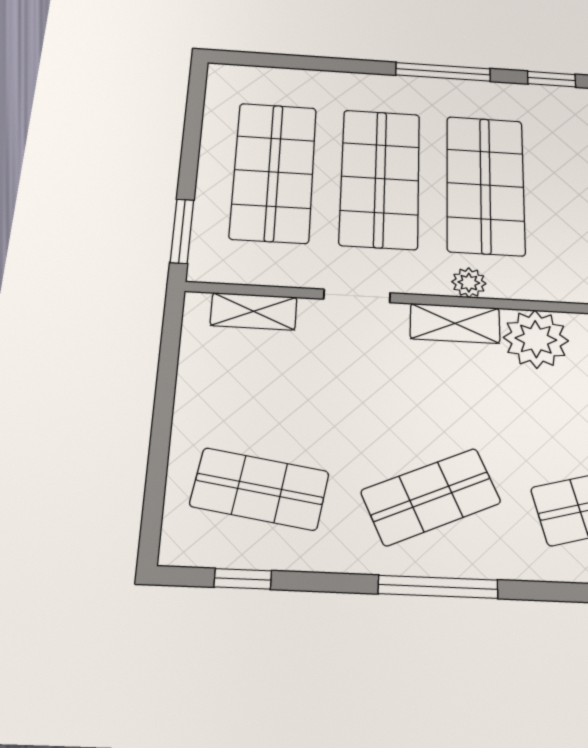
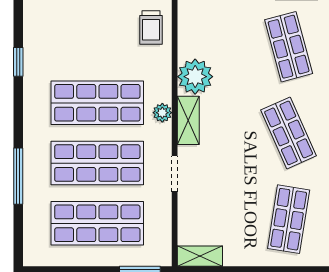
window: (443, 72) -> (18, 176), moved
shelving: (254, 311) -> (200, 256), moved, turned 90

